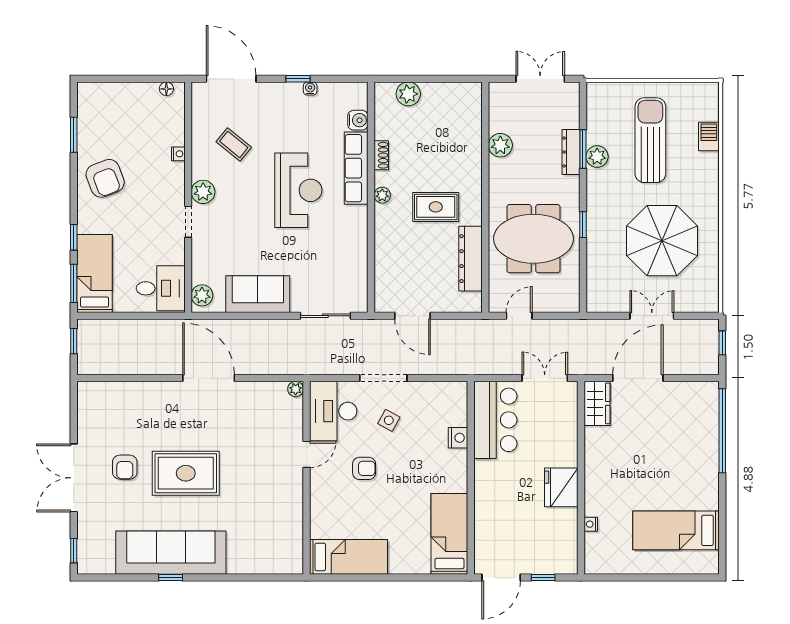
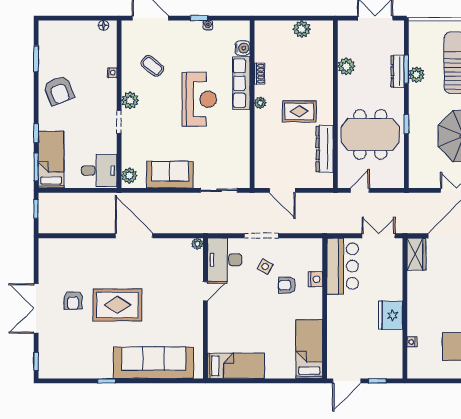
plant: (408, 94) -> (302, 29), moved
armchair: (364, 468) -> (287, 285), moved, turned 180
sofa: (171, 553) -> (154, 363), moved

